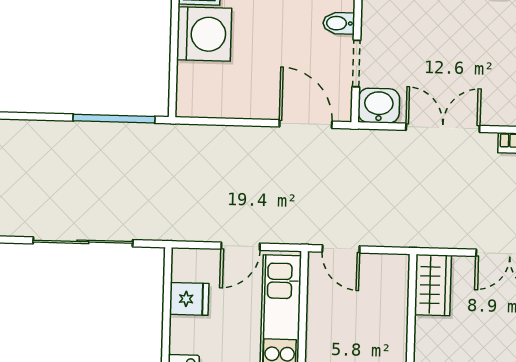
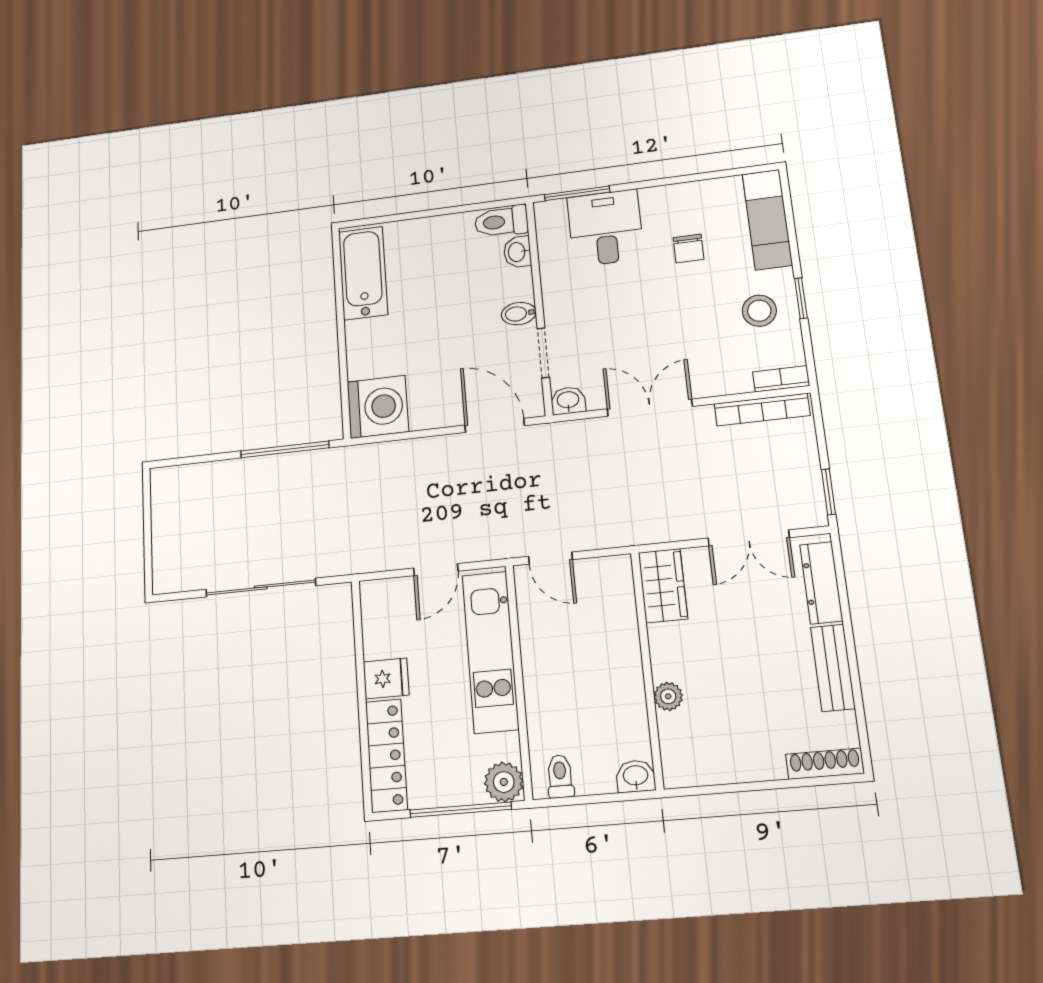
washing machine: (204, 34) -> (378, 407), moved
washbasin: (379, 106) -> (568, 400), width x0.72, depth x0.69
fridge: (189, 299) -> (386, 678), moved

